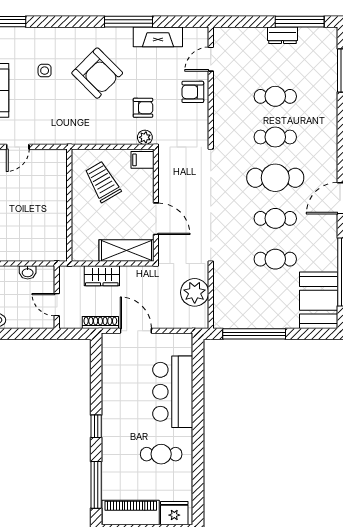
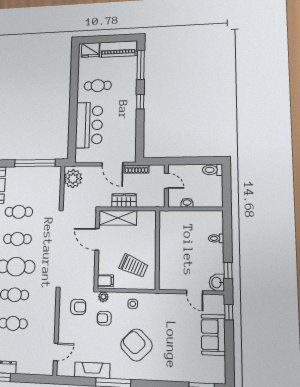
side table: (45, 71) -> (133, 304), moved
armchair: (193, 92) -> (78, 307), moved
door: (18, 147) -> (195, 292), swing flipped
trolley: (103, 182) -> (134, 266), turned -37
wardrobe: (102, 276) -> (124, 201), moved
plant: (195, 292) -> (73, 179), moved

